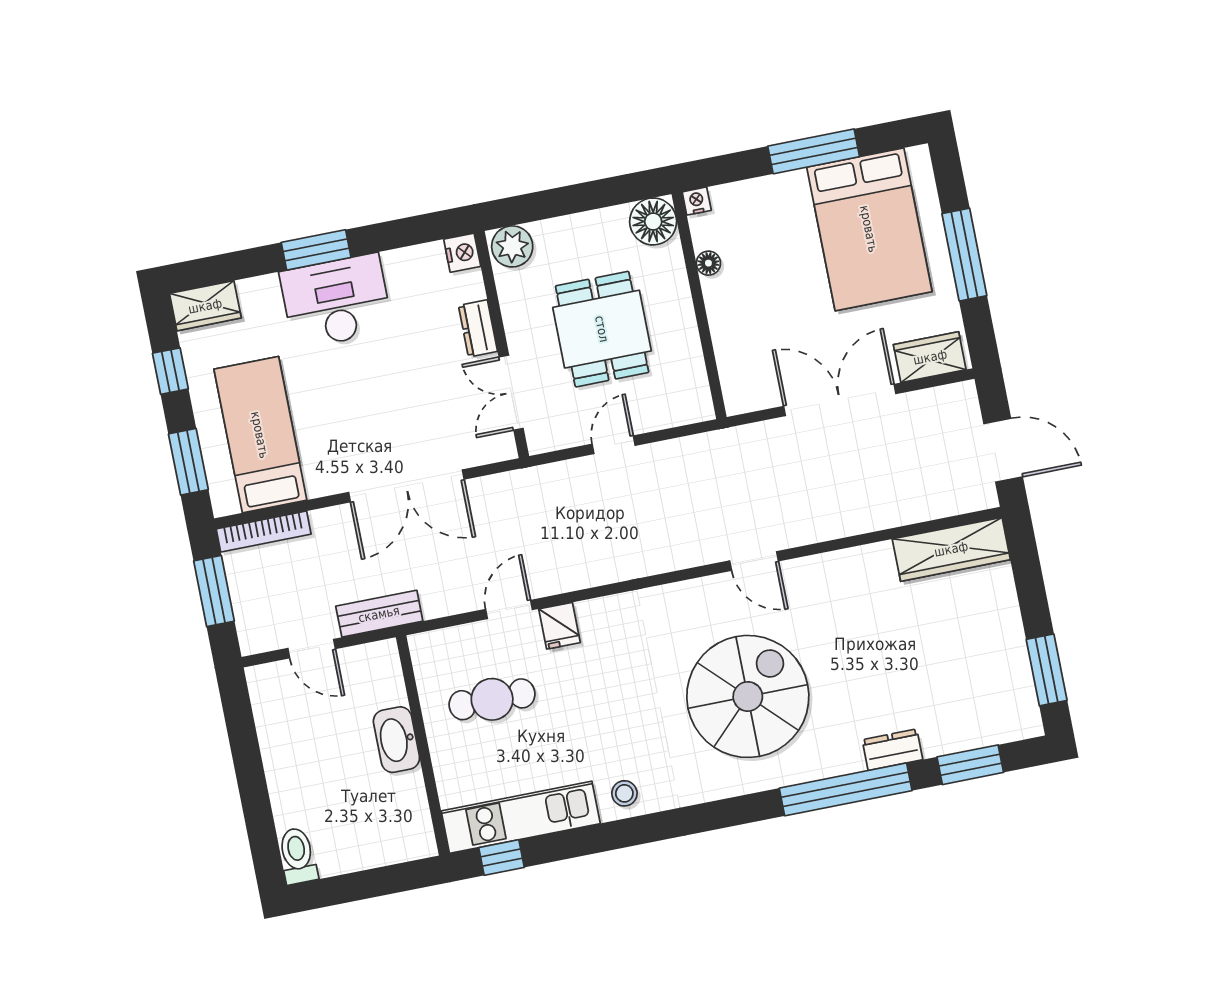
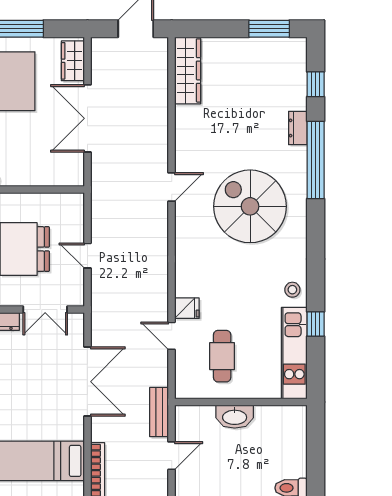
window: (970, 765) -> (316, 84), width x0.67
window: (502, 857) -> (316, 324), moved

